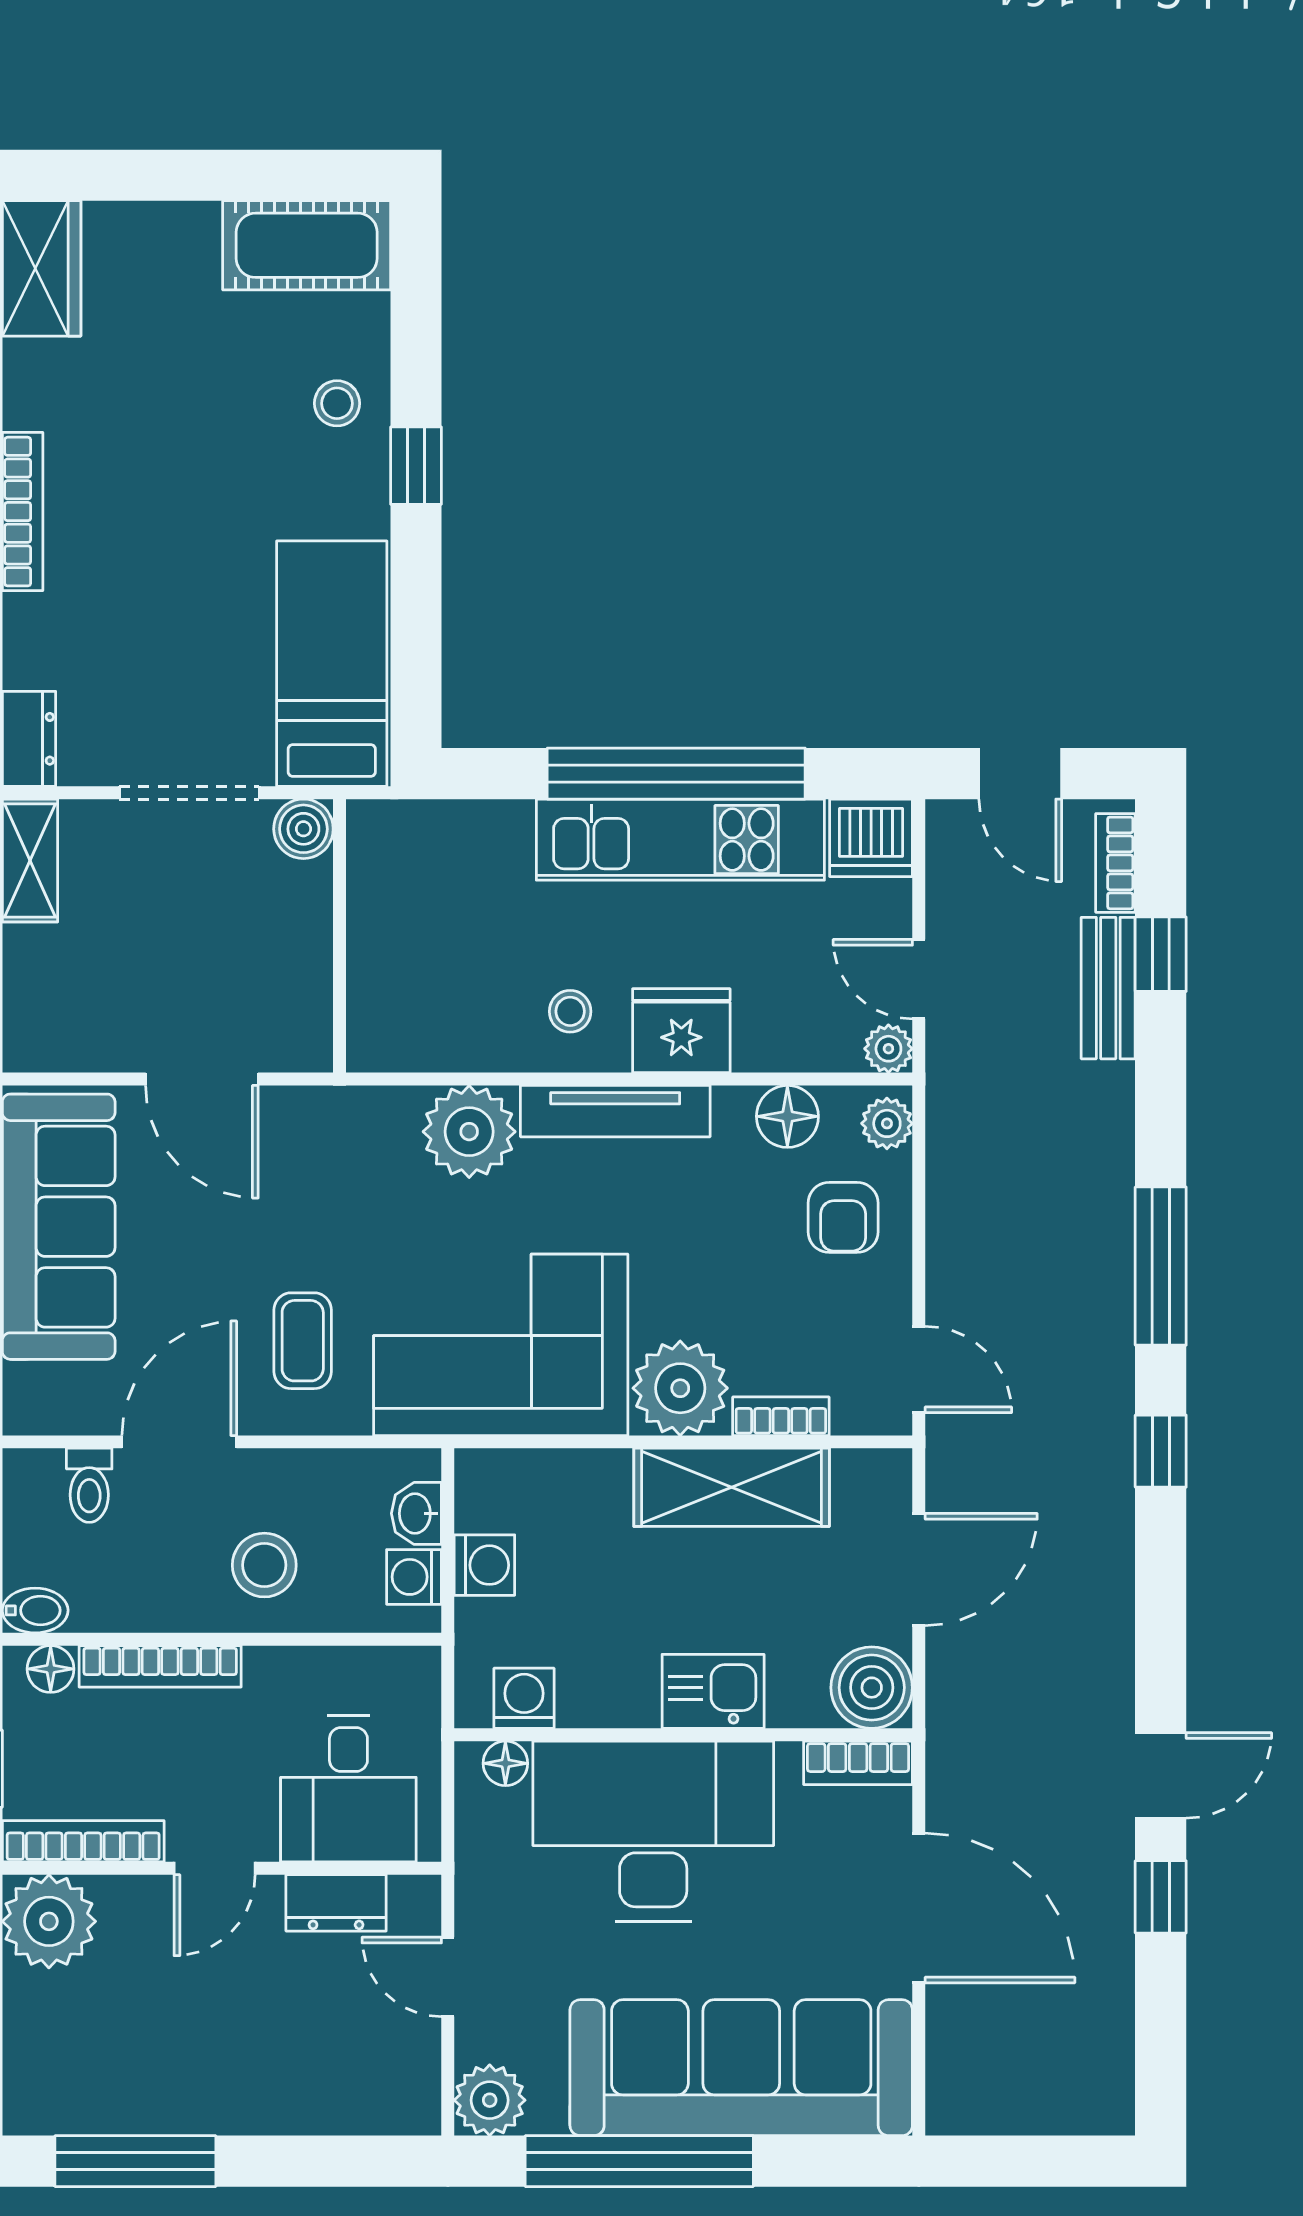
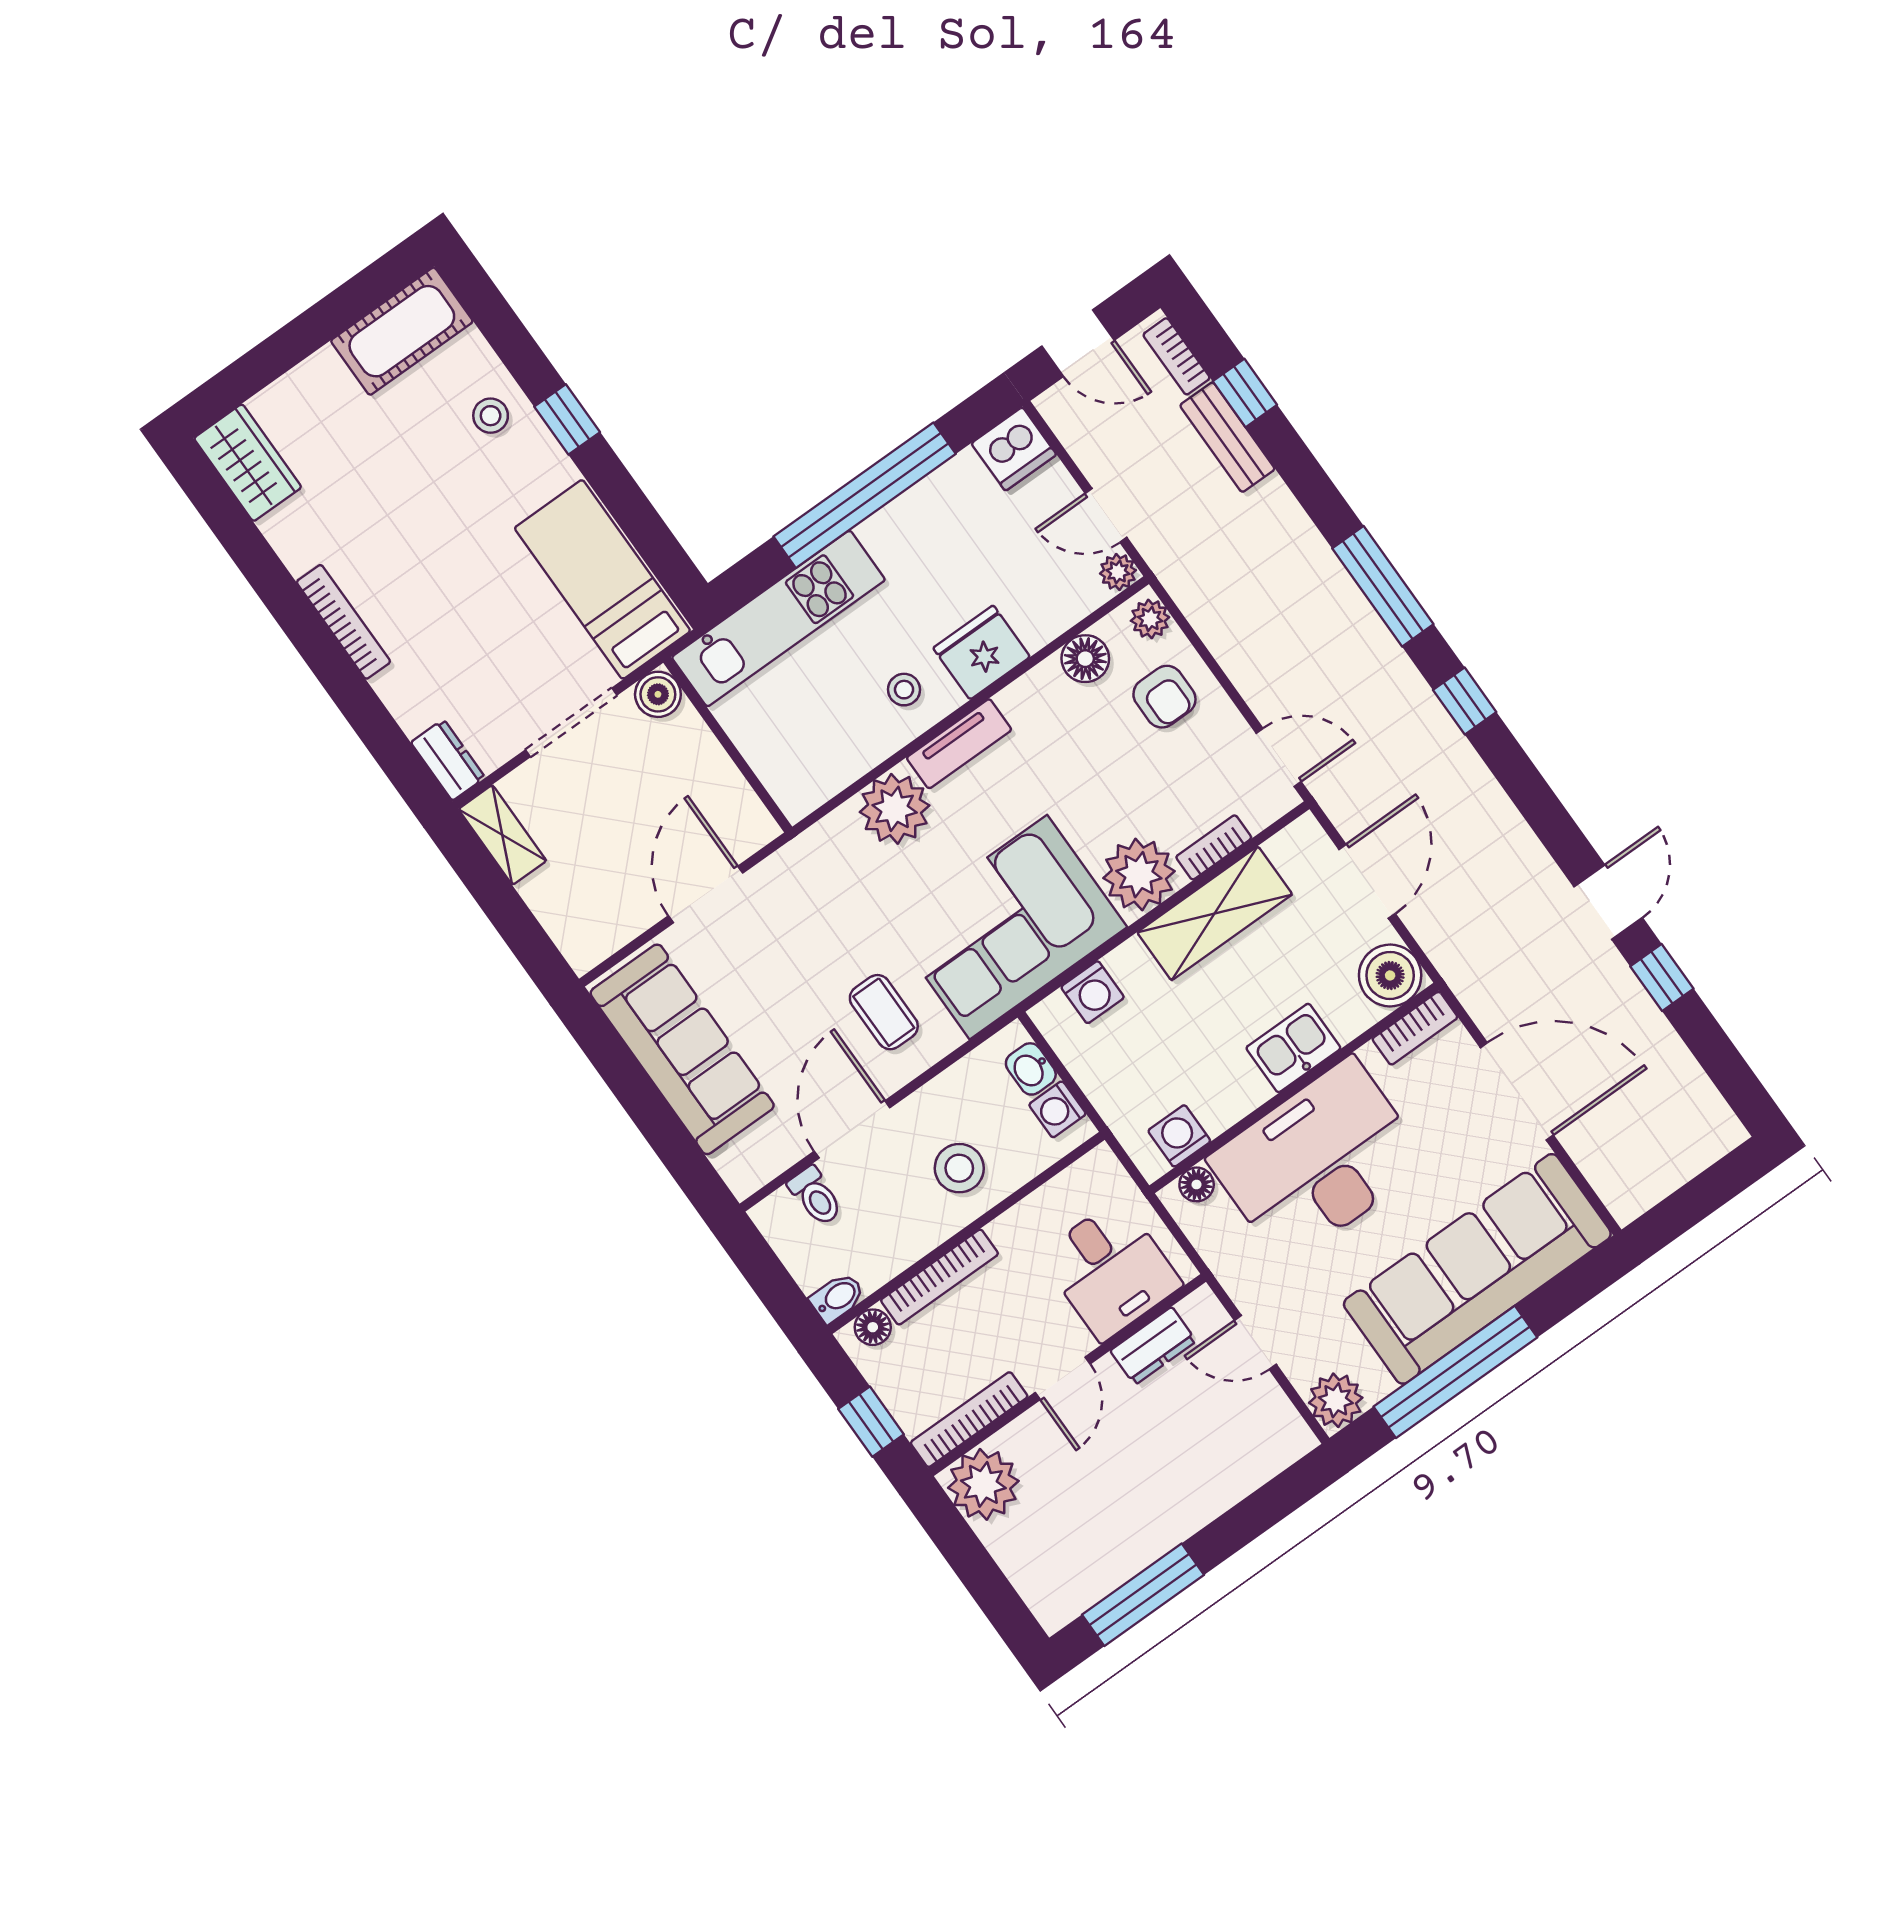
kitchen unit: (680, 840) -> (778, 619), moved
door: (202, 1079) -> (706, 894), swing flipped
tv unit: (615, 1111) -> (959, 744), width x0.71
washing machine: (484, 1565) -> (1093, 992), moved, turned 90

